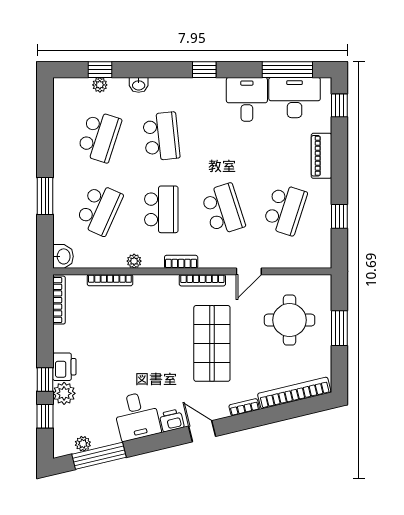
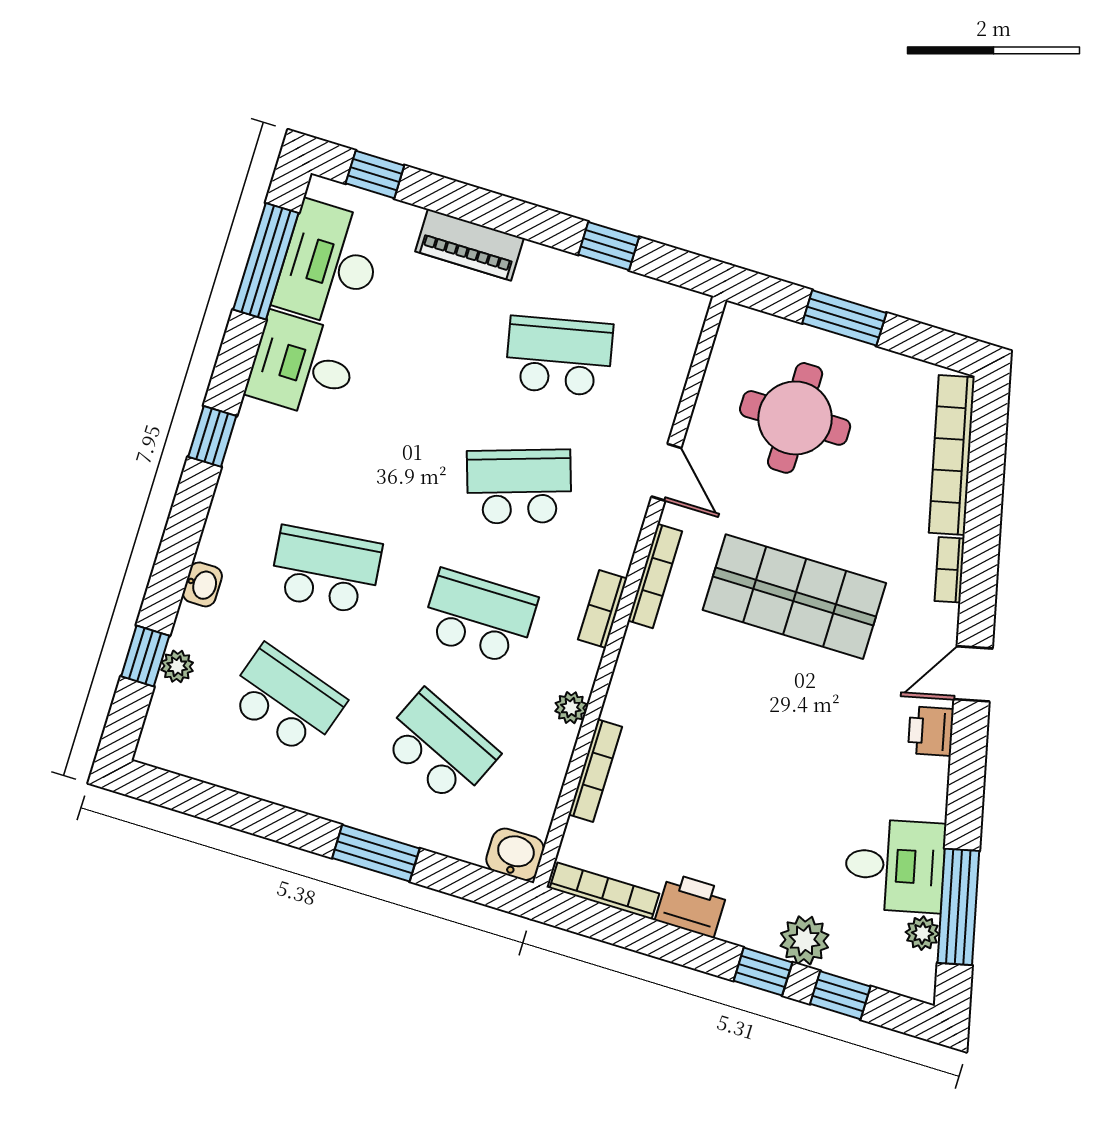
school desk: (285, 209) -> (559, 356), turned -30
printer: (64, 367) -> (691, 905), moved
desk: (137, 416) -> (895, 866), moved

